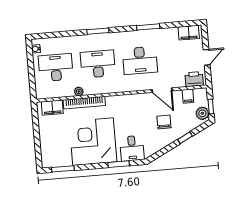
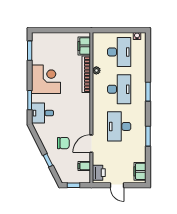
plant: (202, 113) -> (68, 177), removed
corner desk: (93, 142) -> (46, 79), width x0.74, depth x0.74

